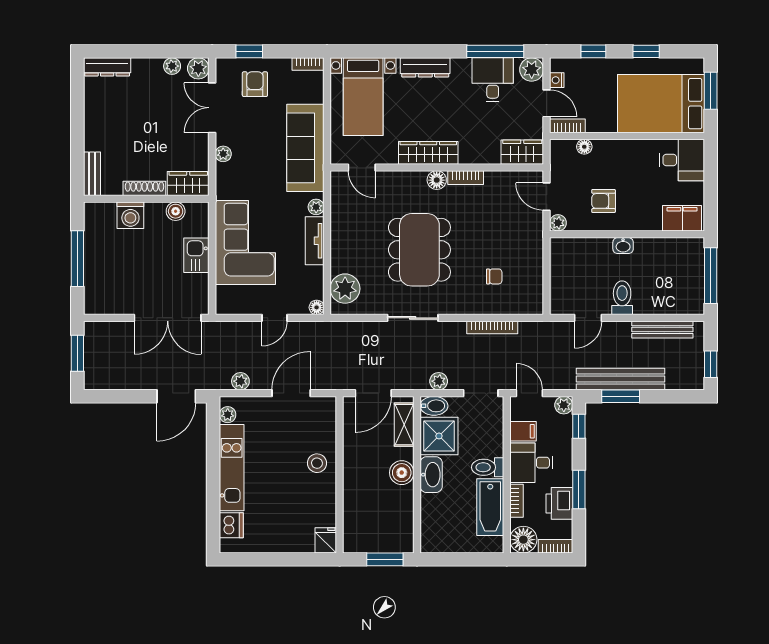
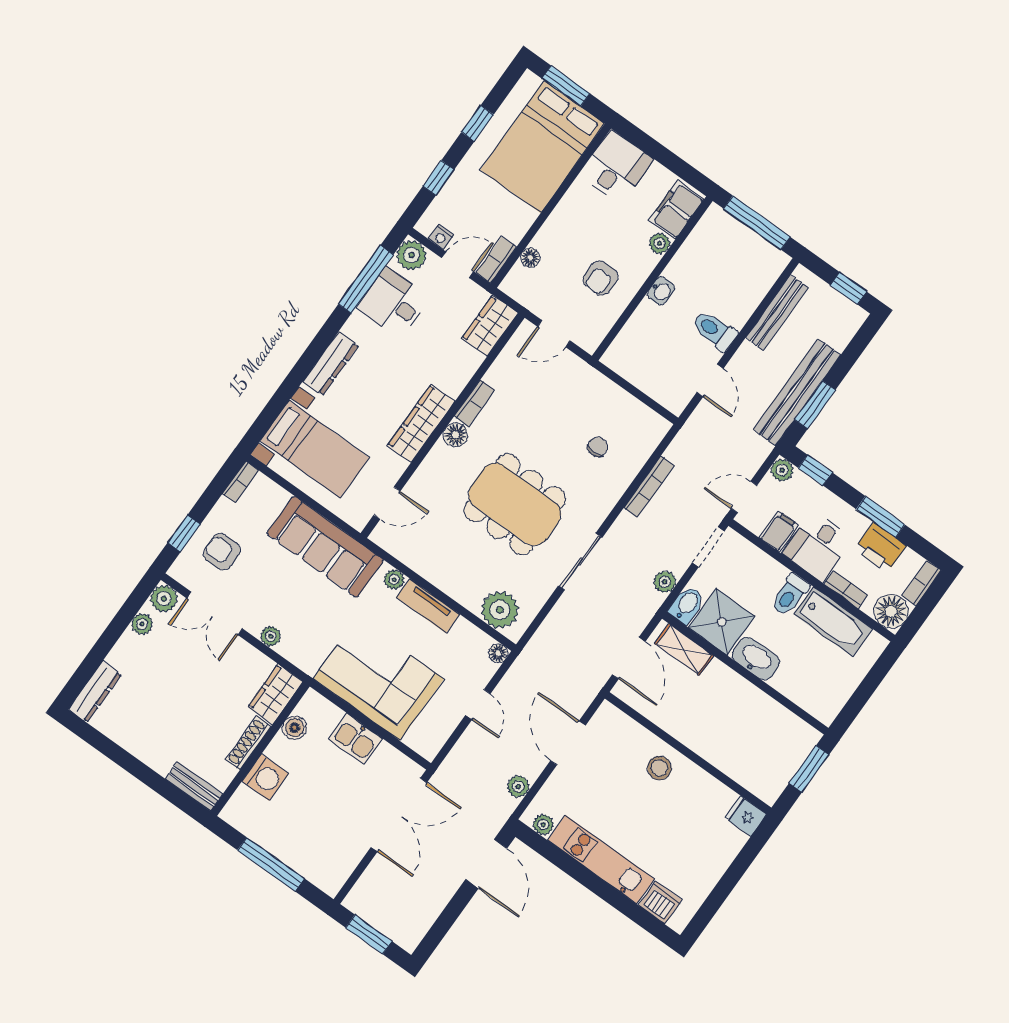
plant: (558, 223) -> (660, 243), moved
boiler: (402, 473) -> (732, 687), removed

